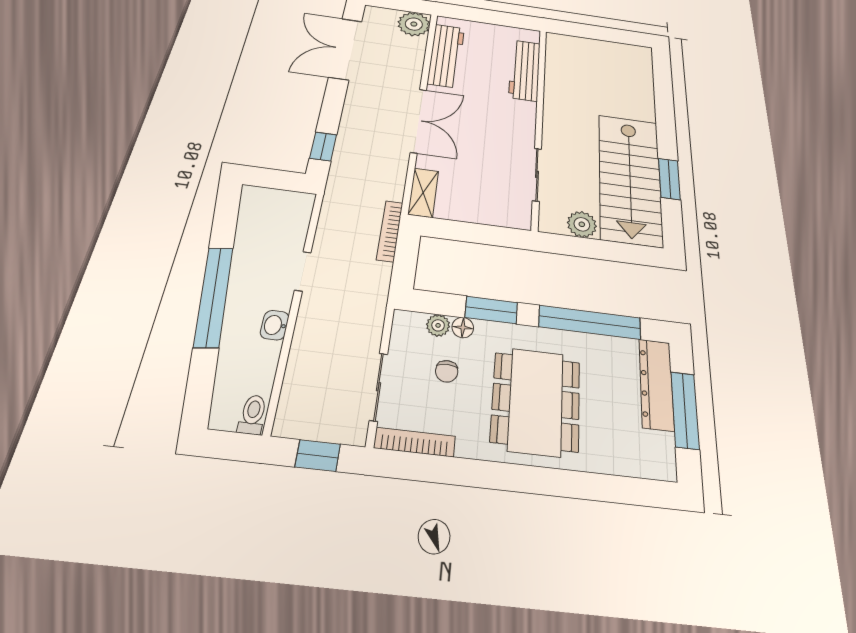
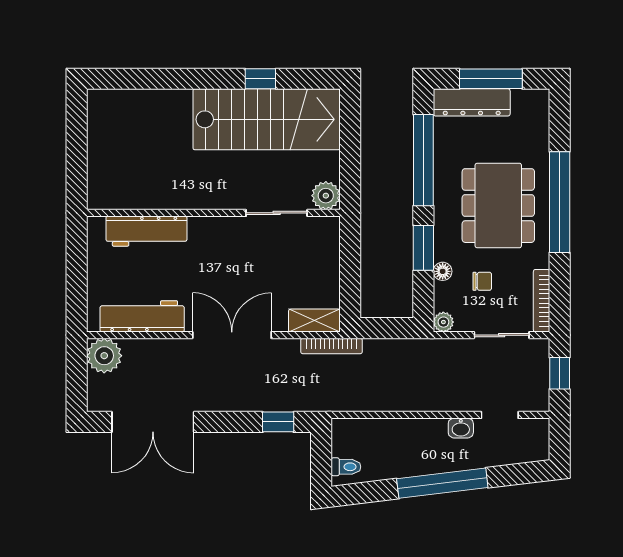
window: (669, 179) -> (260, 79), width x0.67
plant: (582, 224) -> (326, 196), moved
bookcase: (390, 231) -> (331, 346), moved
doorway: (303, 271) -> (500, 415), moved
plant: (438, 325) -> (443, 322), moved
dining table: (536, 401) -> (498, 206), turned 90
toilet: (253, 415) -> (346, 467), moved, turned 180
window: (537, 480) -> (560, 202), added

